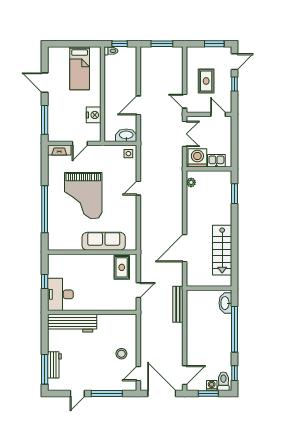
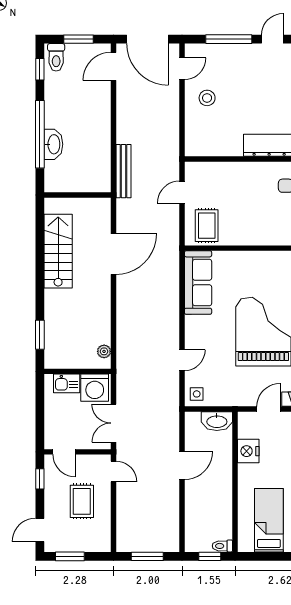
window: (235, 84) -> (40, 479), moved
washbasin: (126, 135) -> (217, 421), moved
door: (138, 188) -> (182, 360), moved
sofa: (104, 241) -> (198, 283), moved, turned -90
washbasin: (225, 303) -> (53, 144), moved
washing machine: (212, 385) -> (74, 51), removed

